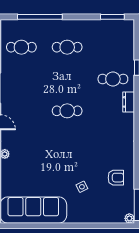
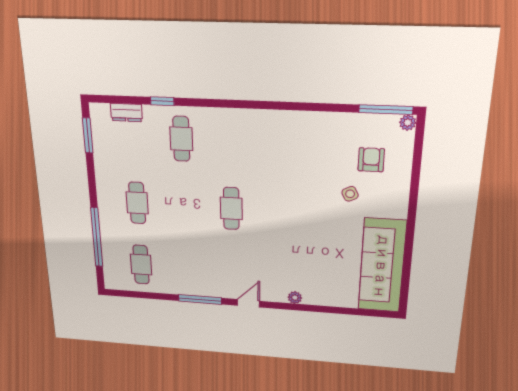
dresser: (129, 102) -> (126, 113), moved
armchair: (116, 178) -> (371, 160), moved

